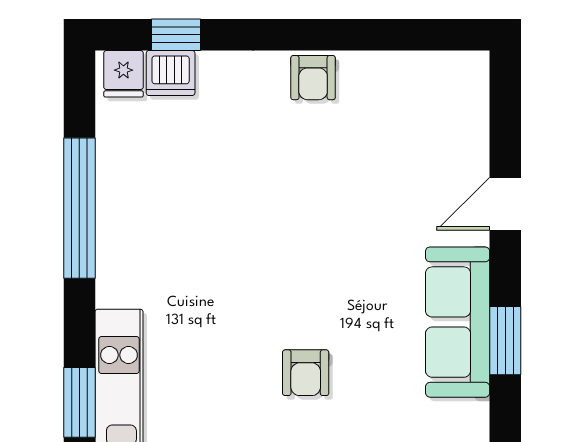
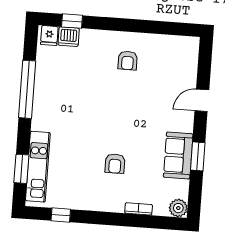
armchair: (313, 78) -> (128, 61), moved
sofa: (458, 322) -> (178, 156), width x0.73

